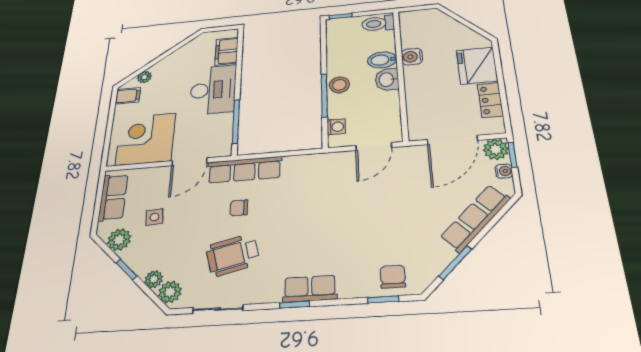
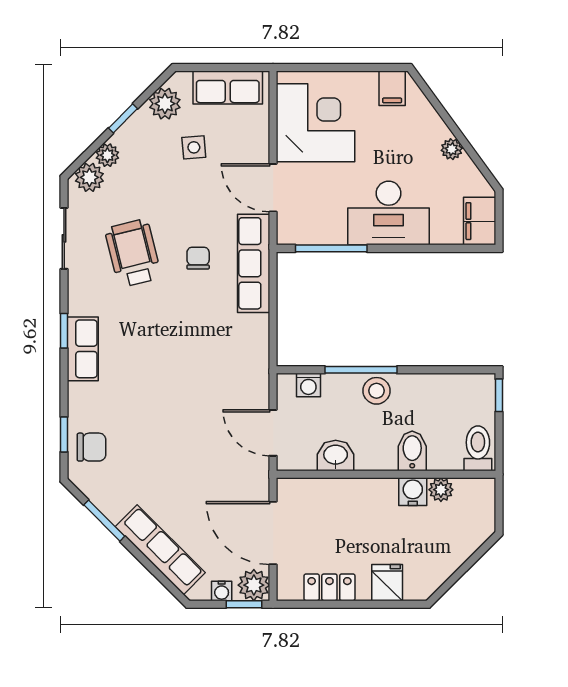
plant: (409, 41) -> (441, 490), added
filing cabinet: (227, 51) -> (480, 221), moved, turned -90
fridge: (477, 66) -> (387, 583), width x0.53, depth x0.75
plant: (144, 77) -> (452, 149), moved
washbasin: (387, 80) -> (336, 456), moved

